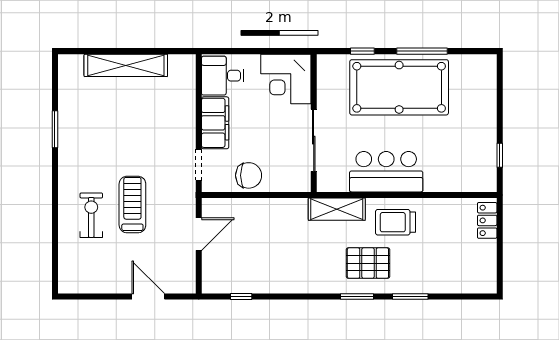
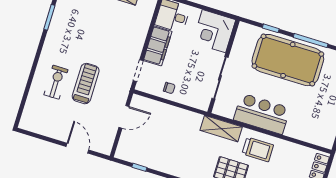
chair: (249, 175) -> (169, 88), width x0.54, depth x0.54
trolley: (396, 222) -> (258, 149), turned 180

